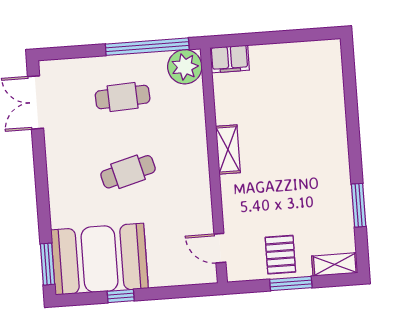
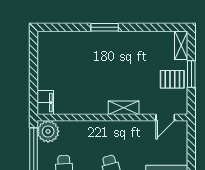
shelving: (228, 149) -> (124, 108), moved
window: (359, 205) -> (105, 27), moved

